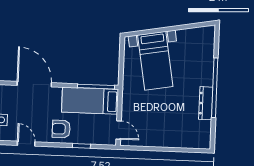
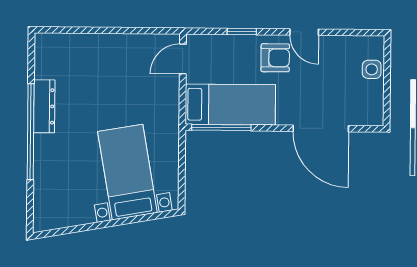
door: (119, 130) -> (183, 59), hinge flipped
door: (26, 144) -> (304, 32), moved

